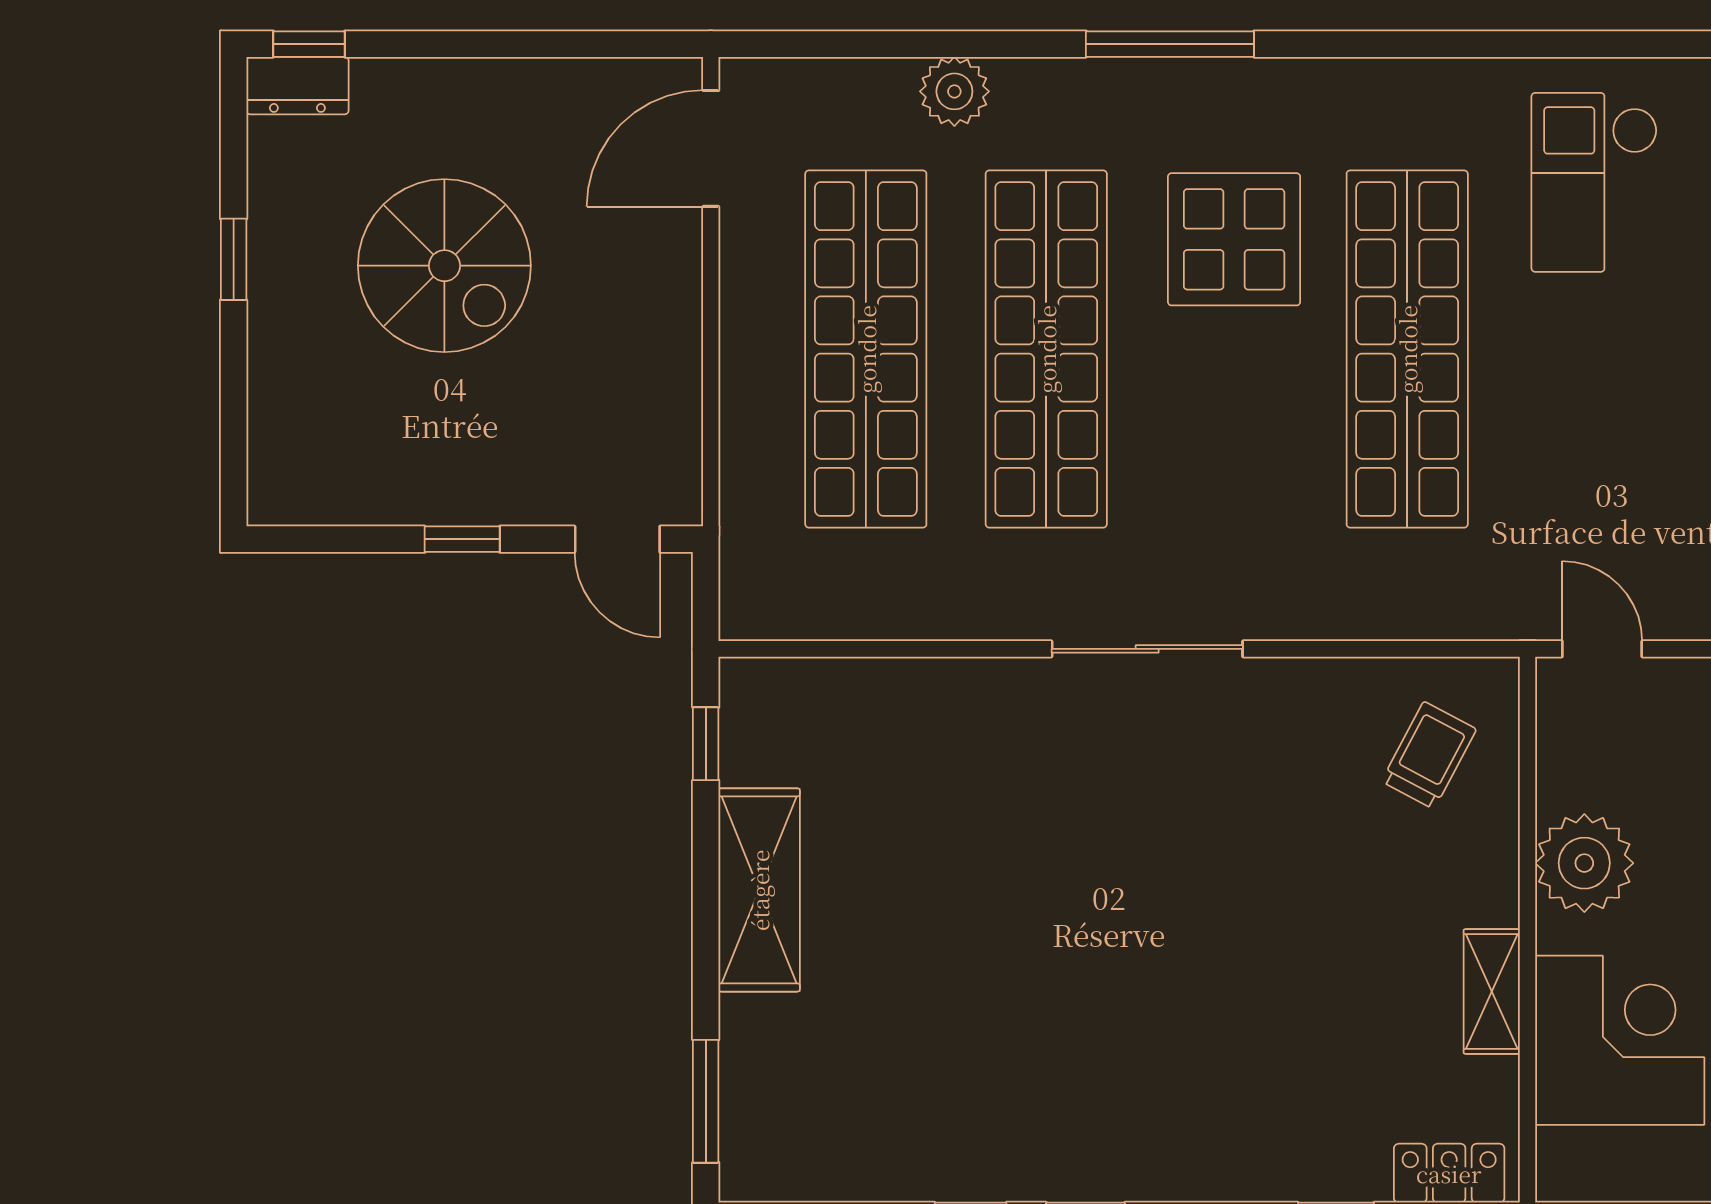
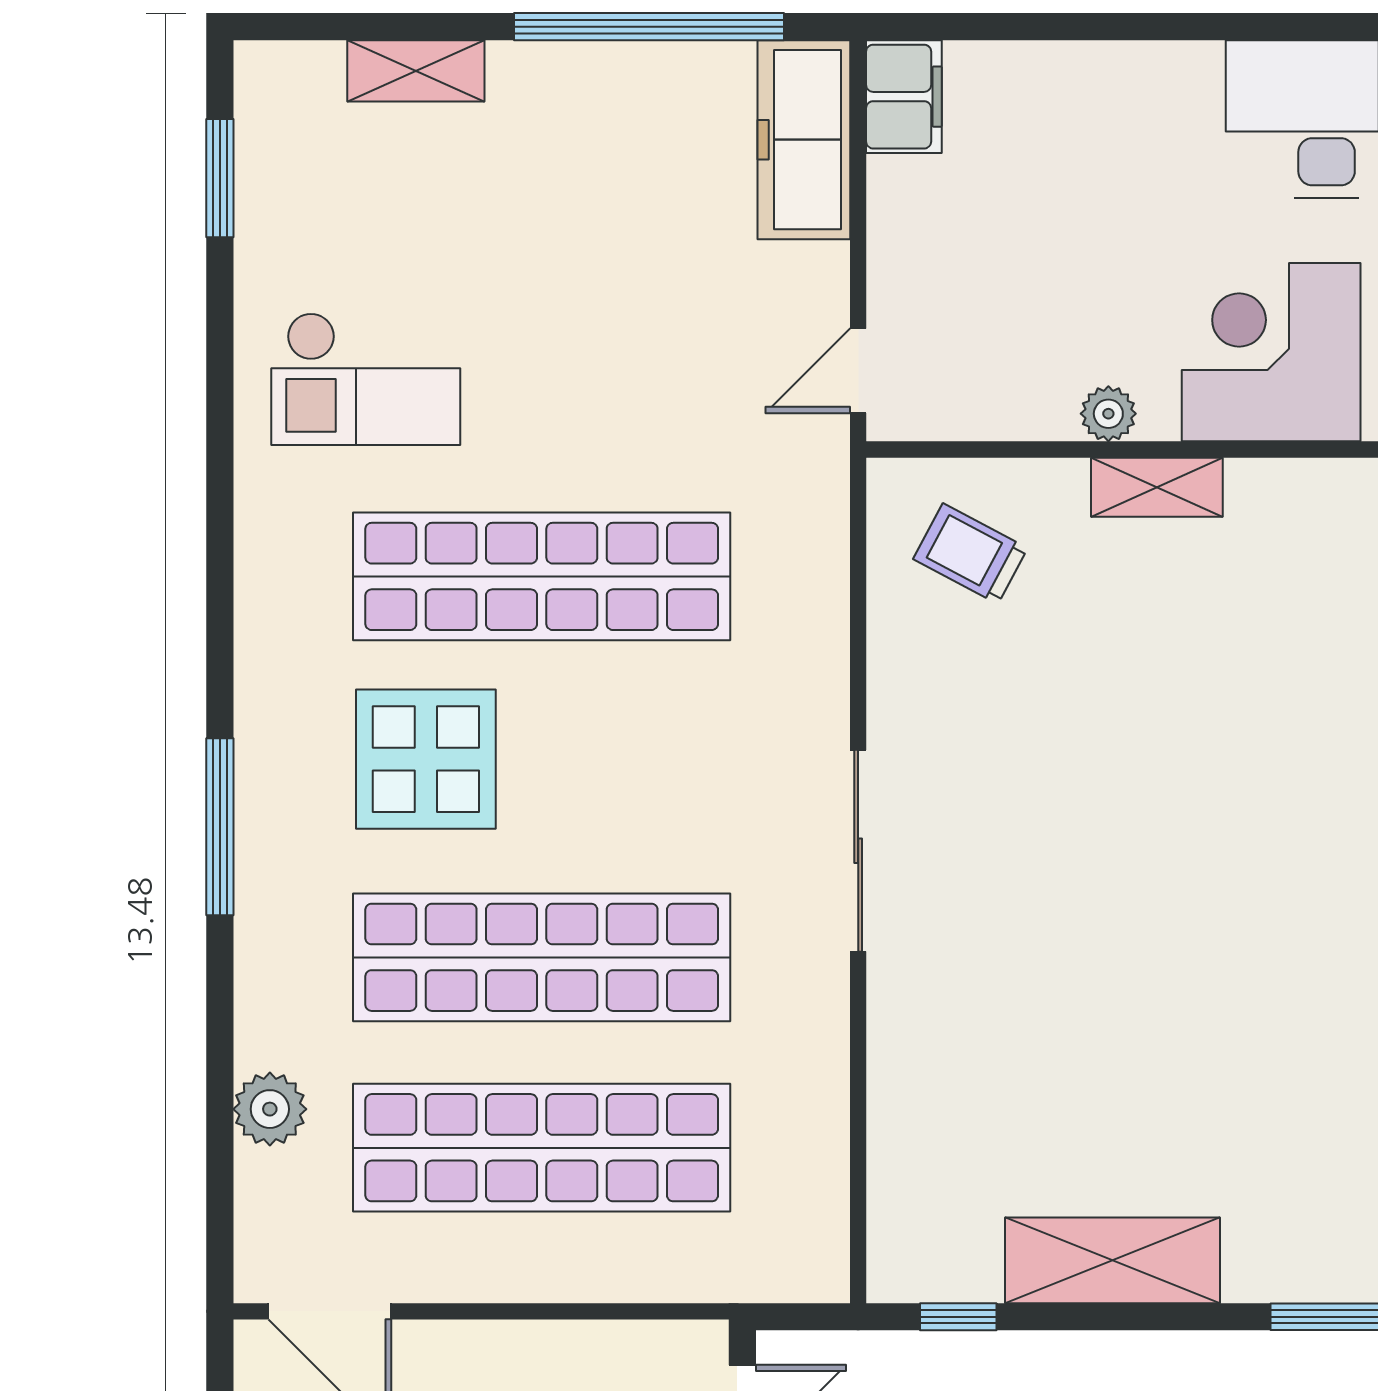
plant: (954, 91) -> (270, 1109), moved
plant: (1584, 863) -> (1108, 414), width x0.53, depth x0.53
shelving: (1492, 991) -> (1157, 487), moved

